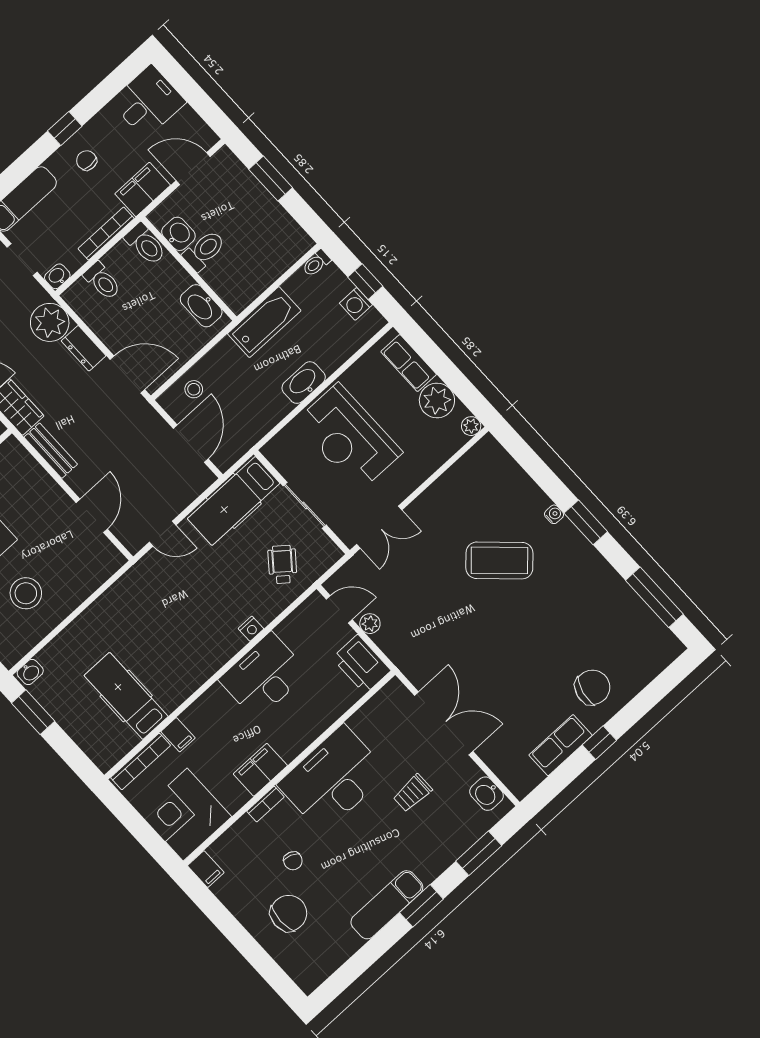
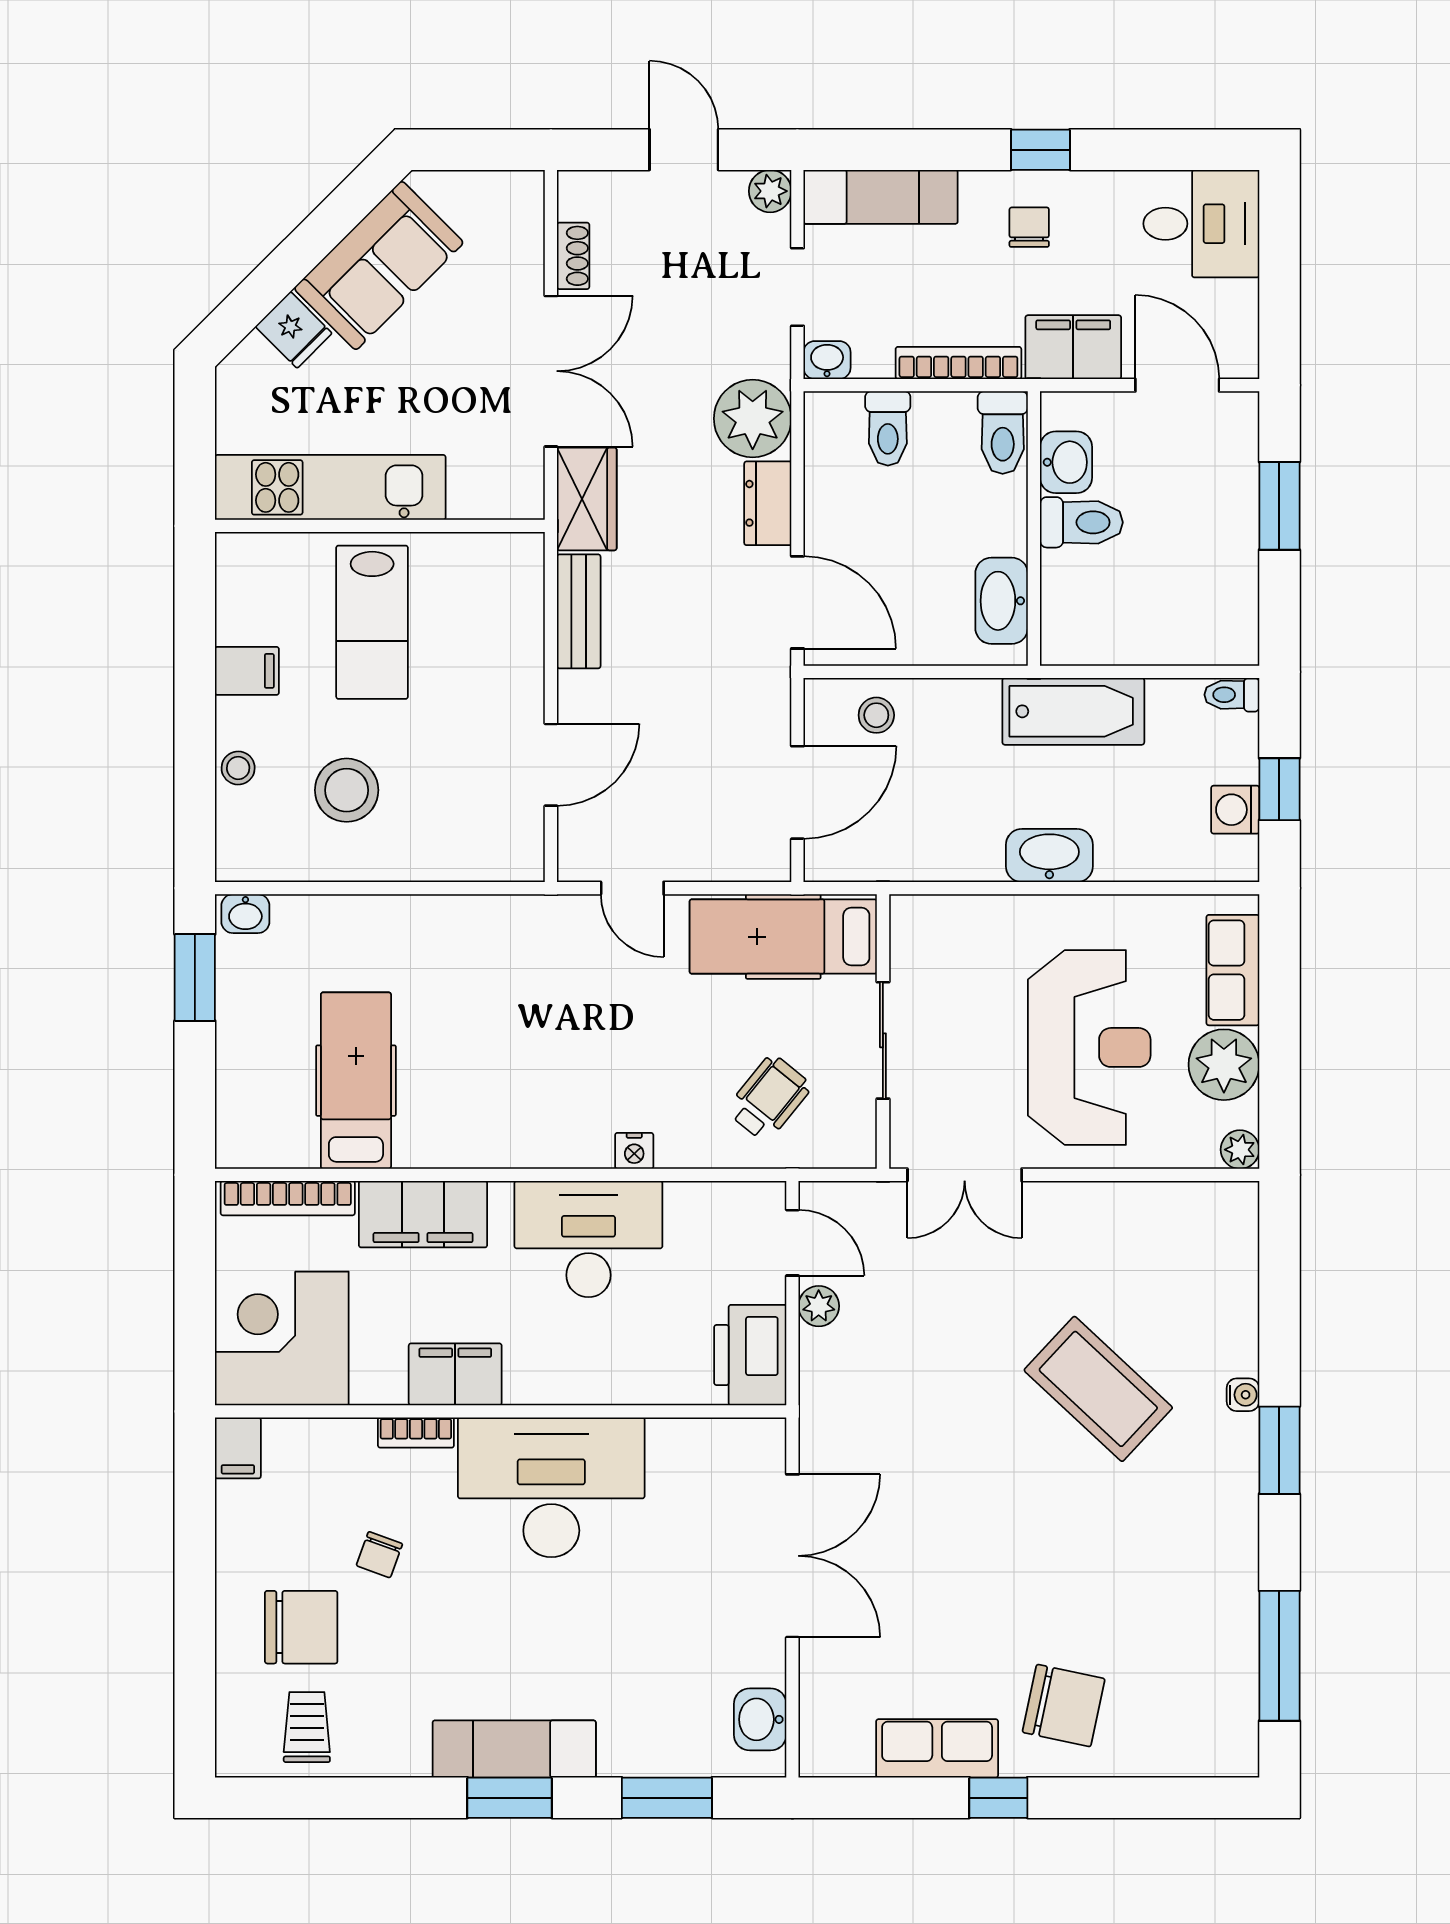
reception desk: (349, 437) -> (1089, 1047), moved, turned 180
filing cabinet: (178, 735) -> (423, 1214), width x3.00, depth x1.17
trolley: (412, 793) -> (307, 1727), moved, turned 90
exam couch: (387, 905) -> (514, 1749), moved

